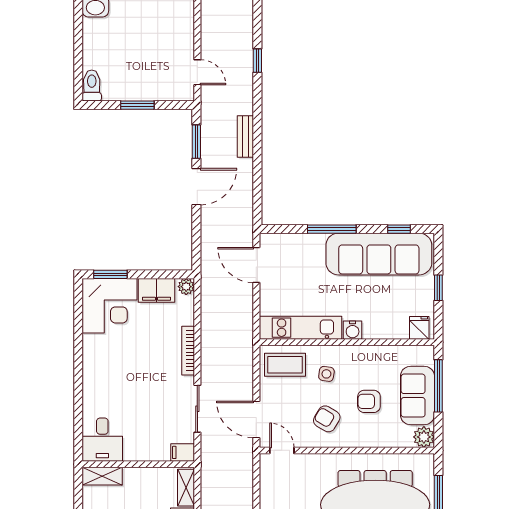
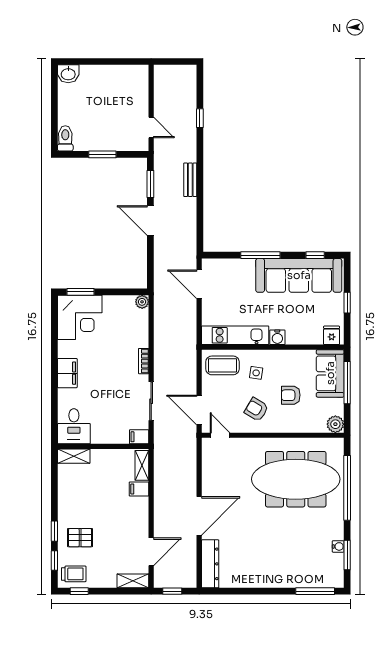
door: (196, 187) -> (150, 221), swing flipped
filing cabinet: (156, 290) -> (67, 373), moved, turned -90
bookcase: (188, 351) -> (144, 361), width x0.64
sofa: (417, 396) -> (330, 373), moved

